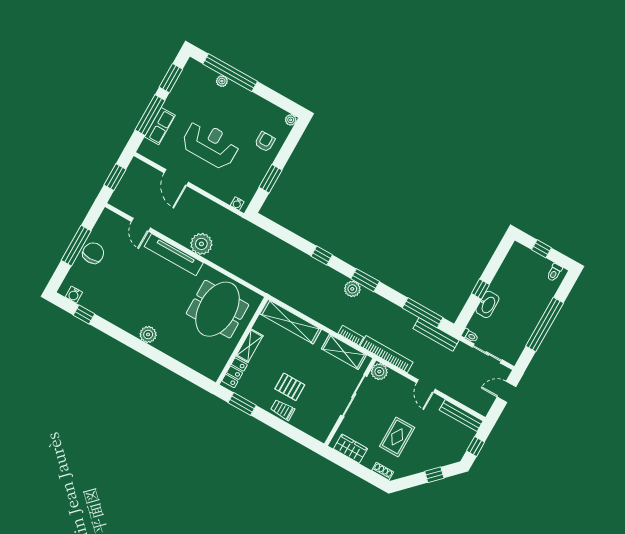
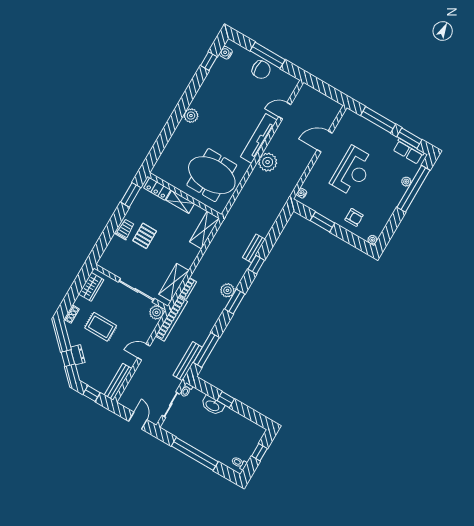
row of seats: (160, 126) -> (408, 151), moved
window: (115, 177) -> (326, 89), removed
bench: (303, 259) -> (254, 248), added
shelving: (291, 322) -> (204, 230), width x0.68
dresser: (430, 463) -> (78, 355), added

